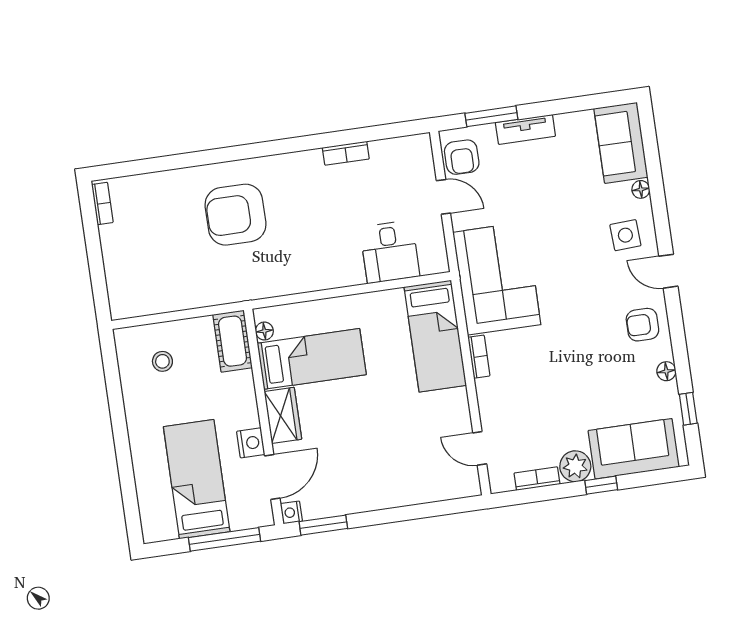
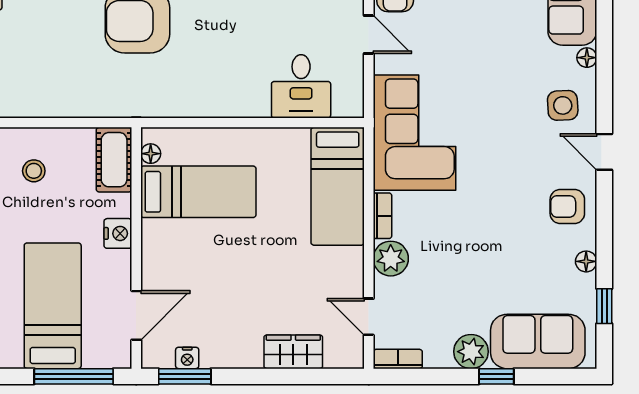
plant: (492, 394) -> (391, 259), added
wardrobe: (283, 415) -> (293, 352), moved, turned -90
nightstand: (251, 443) -> (118, 233), moved
bookcase: (537, 479) -> (398, 359), moved
nightstand: (291, 512) -> (187, 358), moved, turned -90

